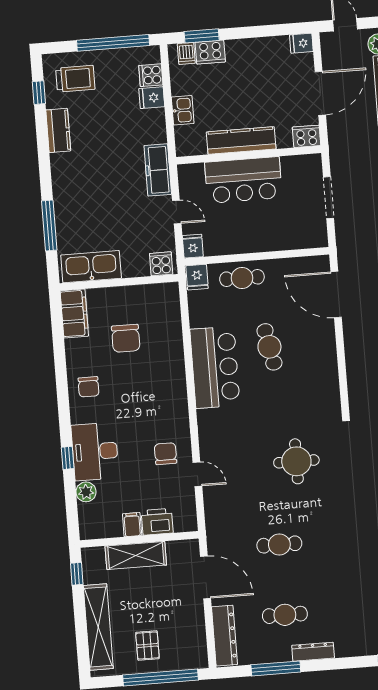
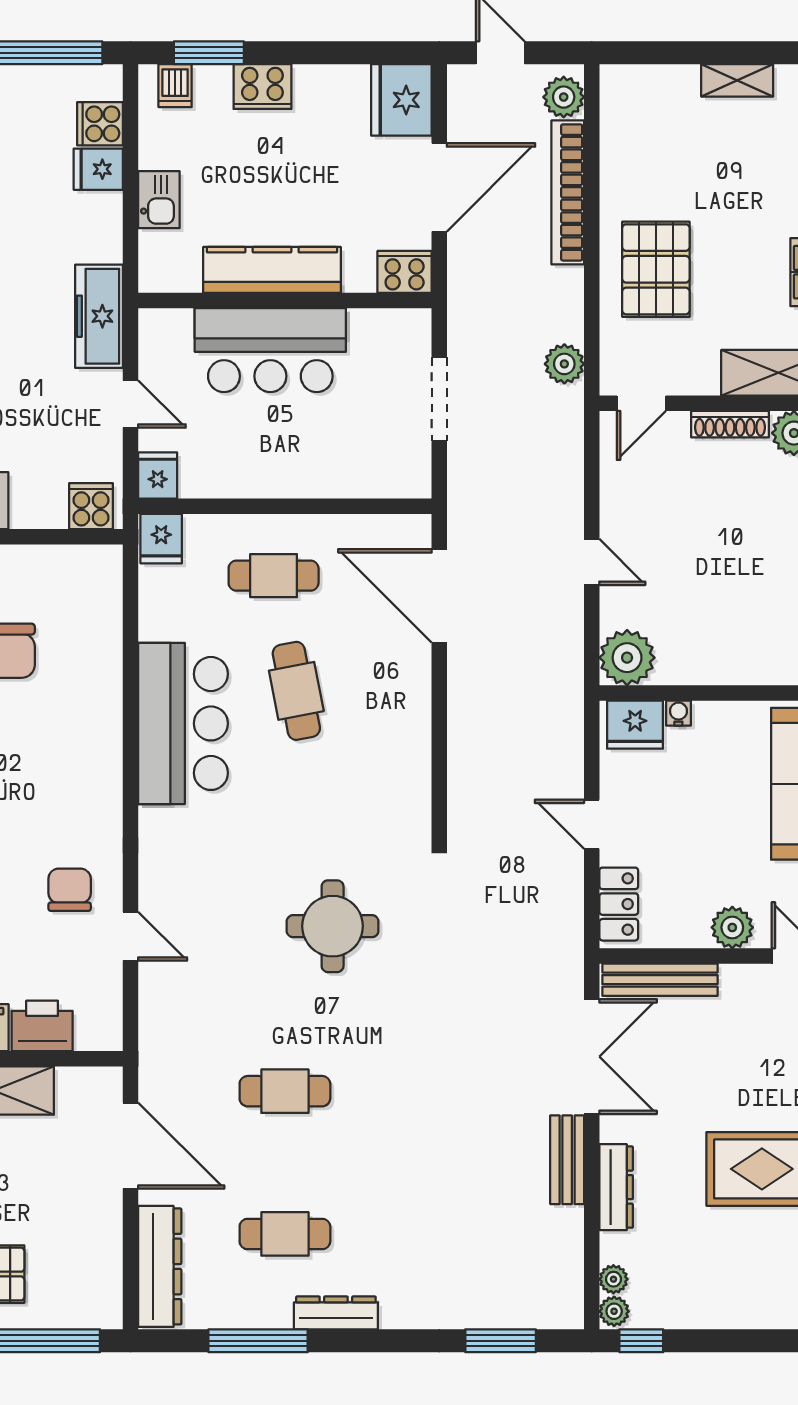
fridge: (301, 43) -> (401, 100), width x1.88, depth x1.34
cooker: (210, 52) -> (262, 87), moved
cafe table: (242, 278) -> (274, 576), moved

